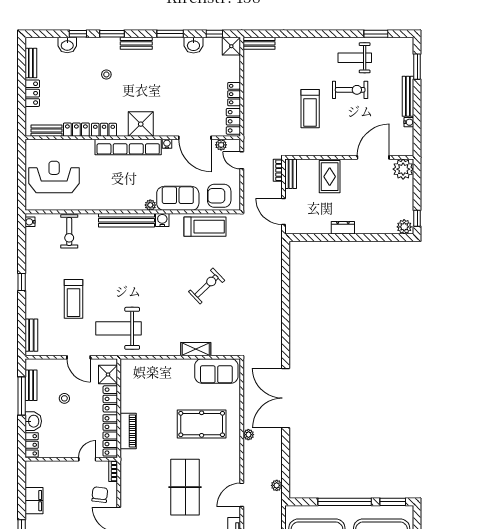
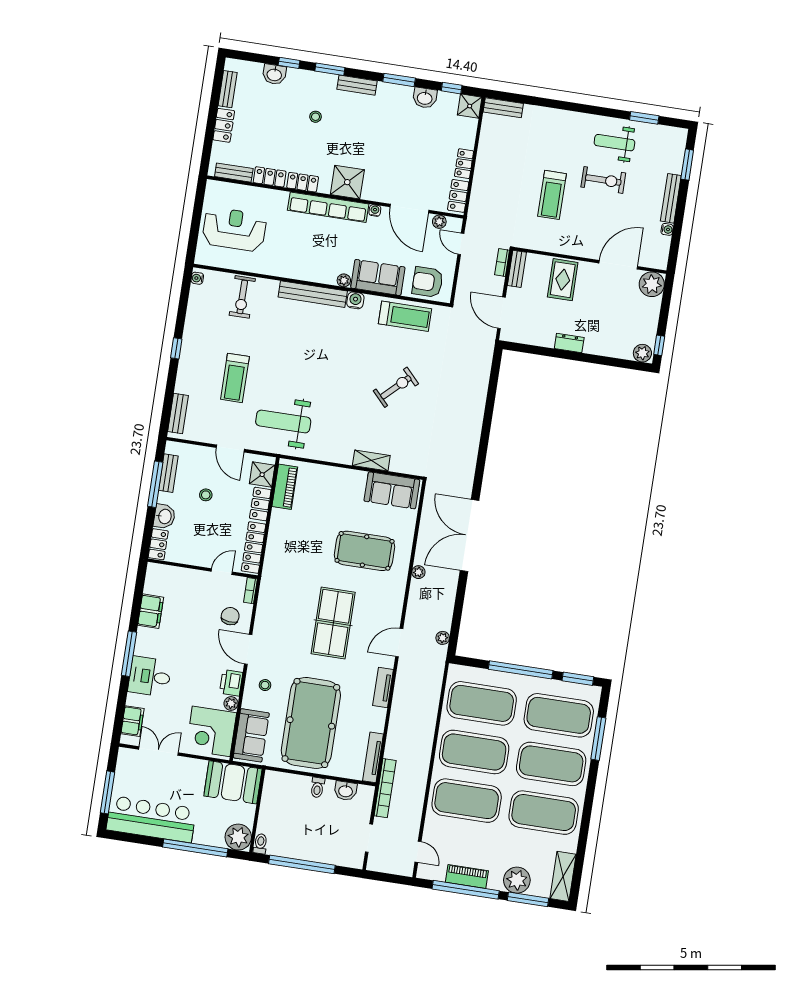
piano: (128, 431) -> (285, 487), moved

